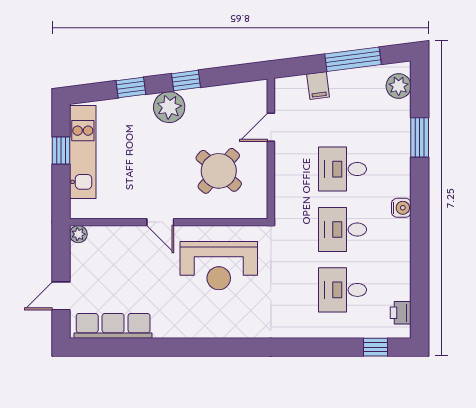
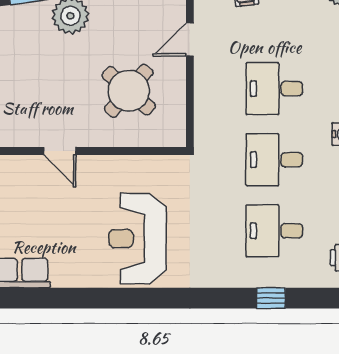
reception desk: (219, 266) -> (138, 239), moved, turned 90
window: (375, 347) -> (271, 298), moved

